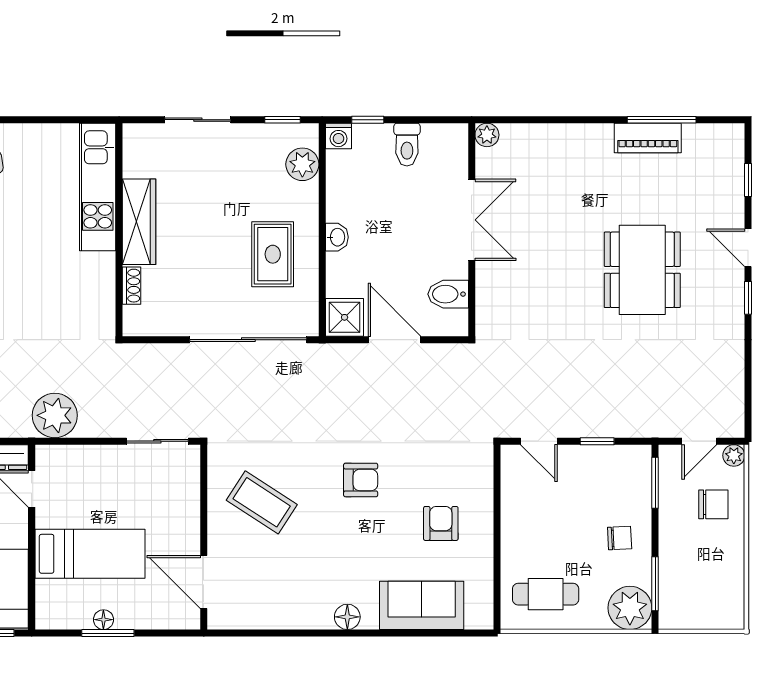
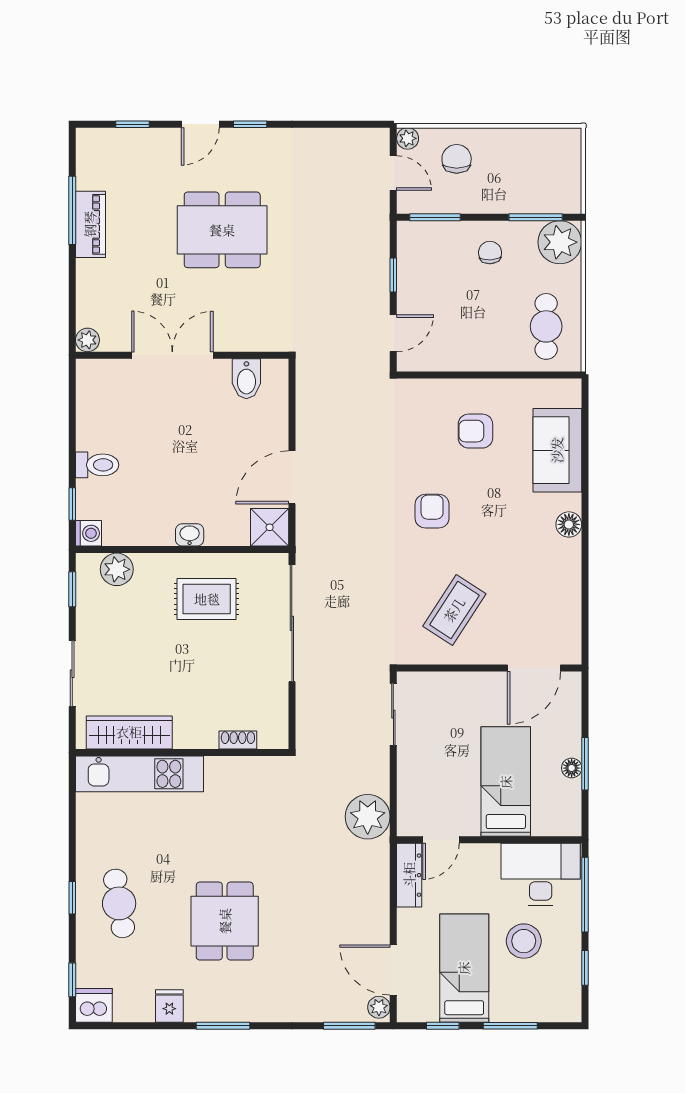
plant: (487, 135) -> (87, 340), moved
double door: (472, 220) -> (172, 355), moved
wardrobe: (139, 222) -> (129, 732), moved
wall: (472, 230) -> (182, 355), moved
bidet: (448, 294) -> (246, 379), moved

